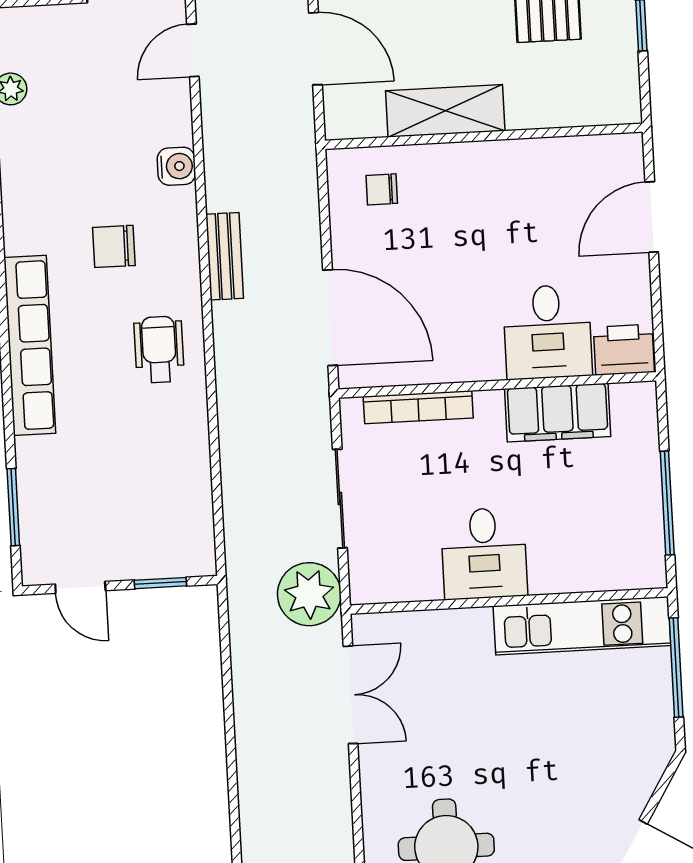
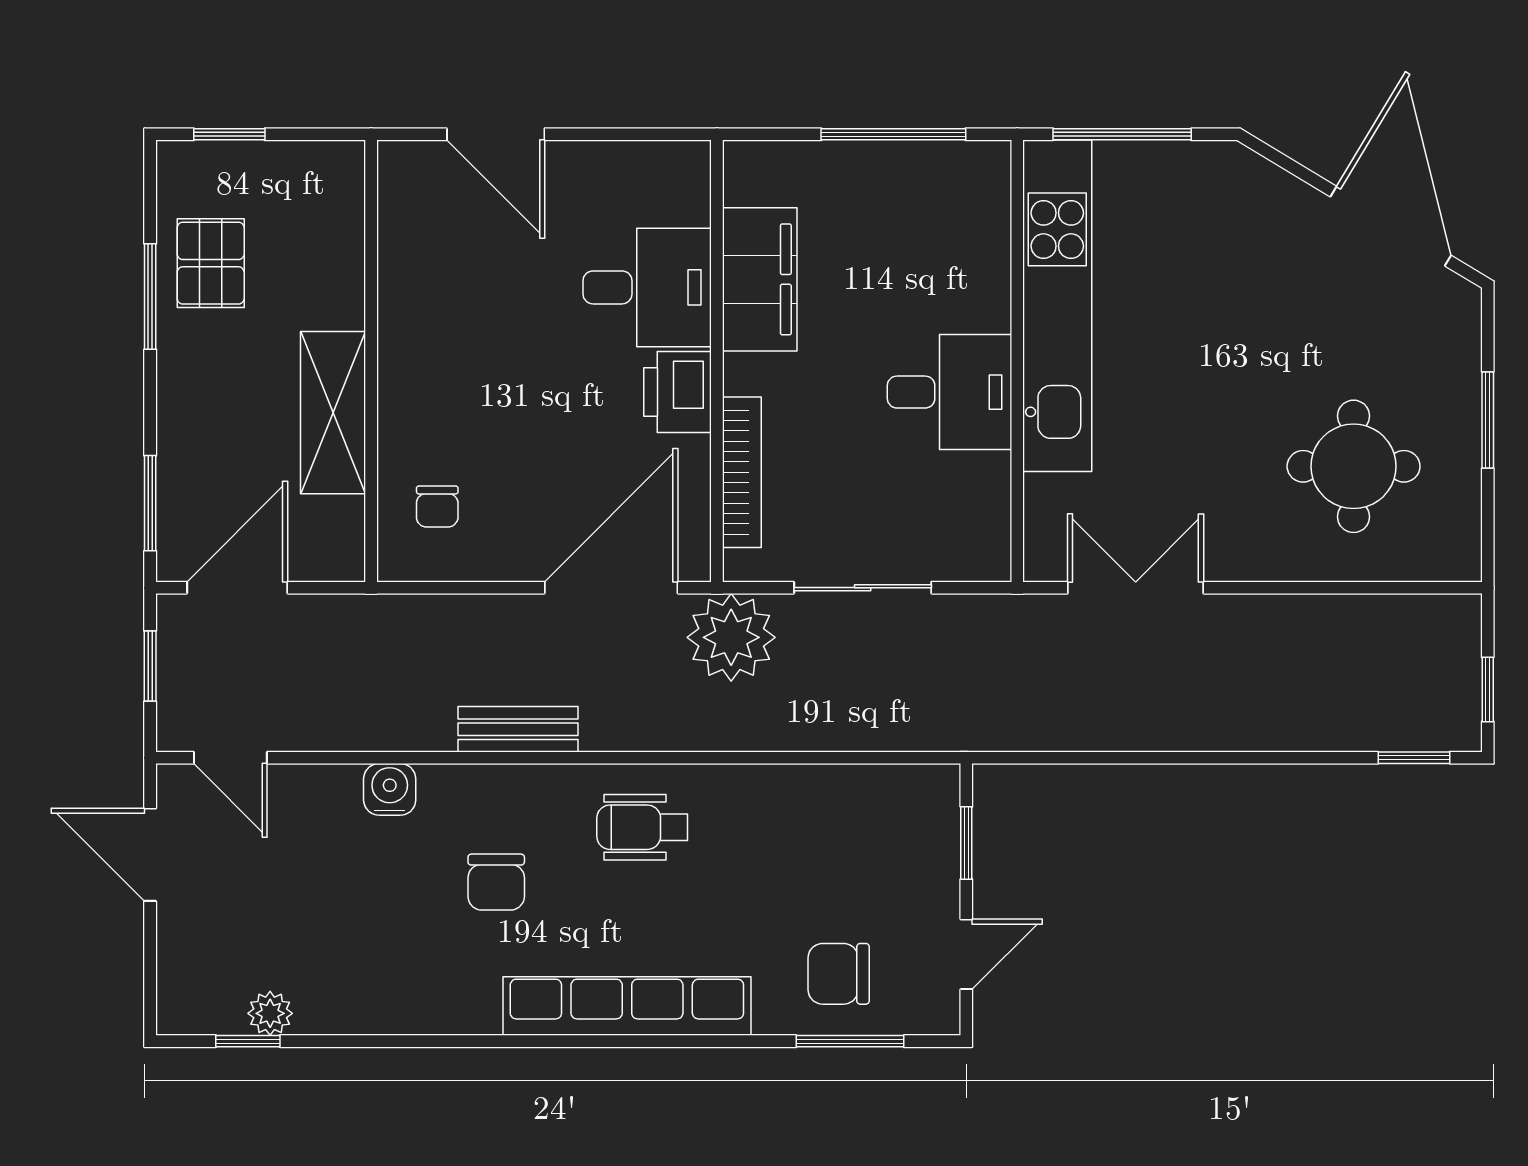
printer: (624, 350) -> (678, 392), moved
chair: (61, 496) -> (839, 974), added
plant: (309, 594) -> (731, 637), moved
kitchen unit: (582, 626) -> (1057, 306), width x1.36

